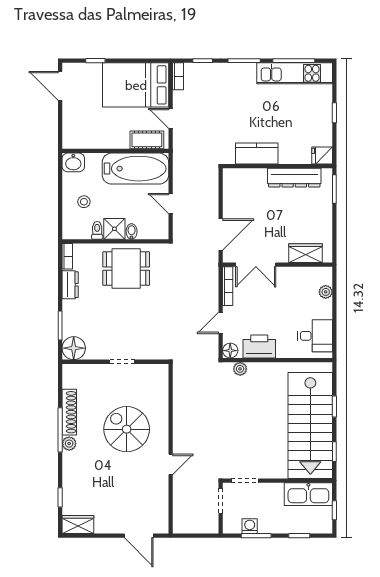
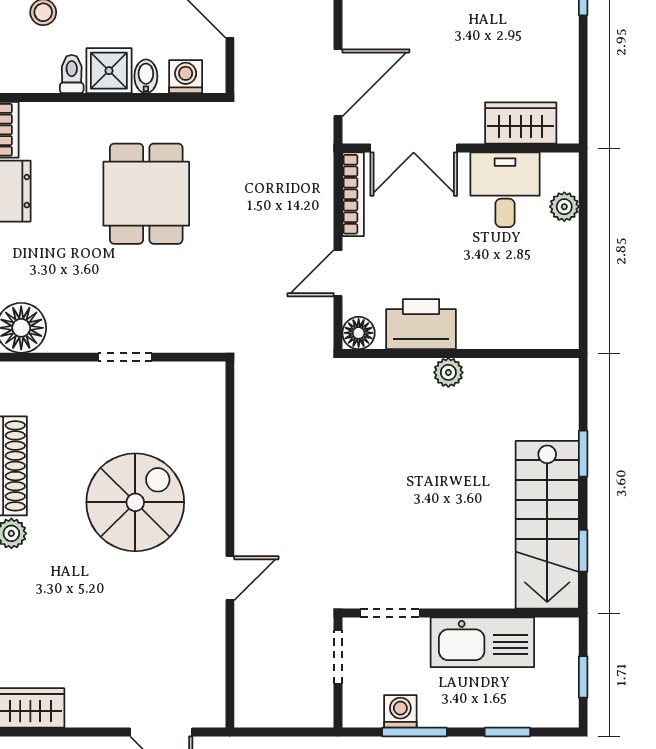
washing machine: (150, 232) -> (186, 77), added
dining table: (126, 269) -> (146, 194), moved, turned 90
desk: (315, 336) -> (505, 190), moved, turned -90
plant: (240, 369) -> (448, 372), moved
stairs: (310, 425) -> (547, 525), width x0.73, depth x0.66
spiral stairs: (127, 429) -> (135, 502), turned 90
kitchen sink: (308, 494) -> (482, 642), moved

